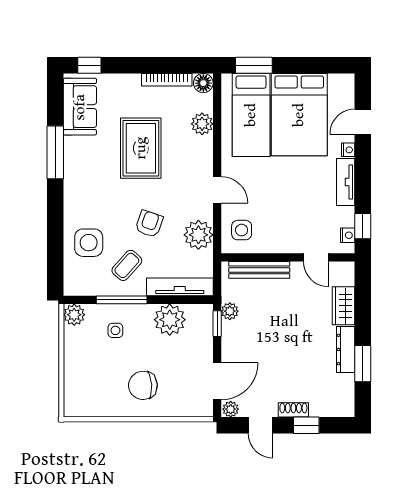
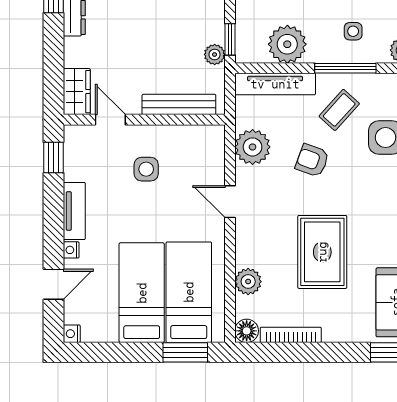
bed: (299, 115) -> (142, 293), width x0.67
armchair: (149, 224) -> (312, 160), turned 91
side table: (242, 230) -> (146, 169), moved
nightstand: (348, 235) -> (72, 334), moved
wardrobe: (344, 306) -> (77, 92), moved

